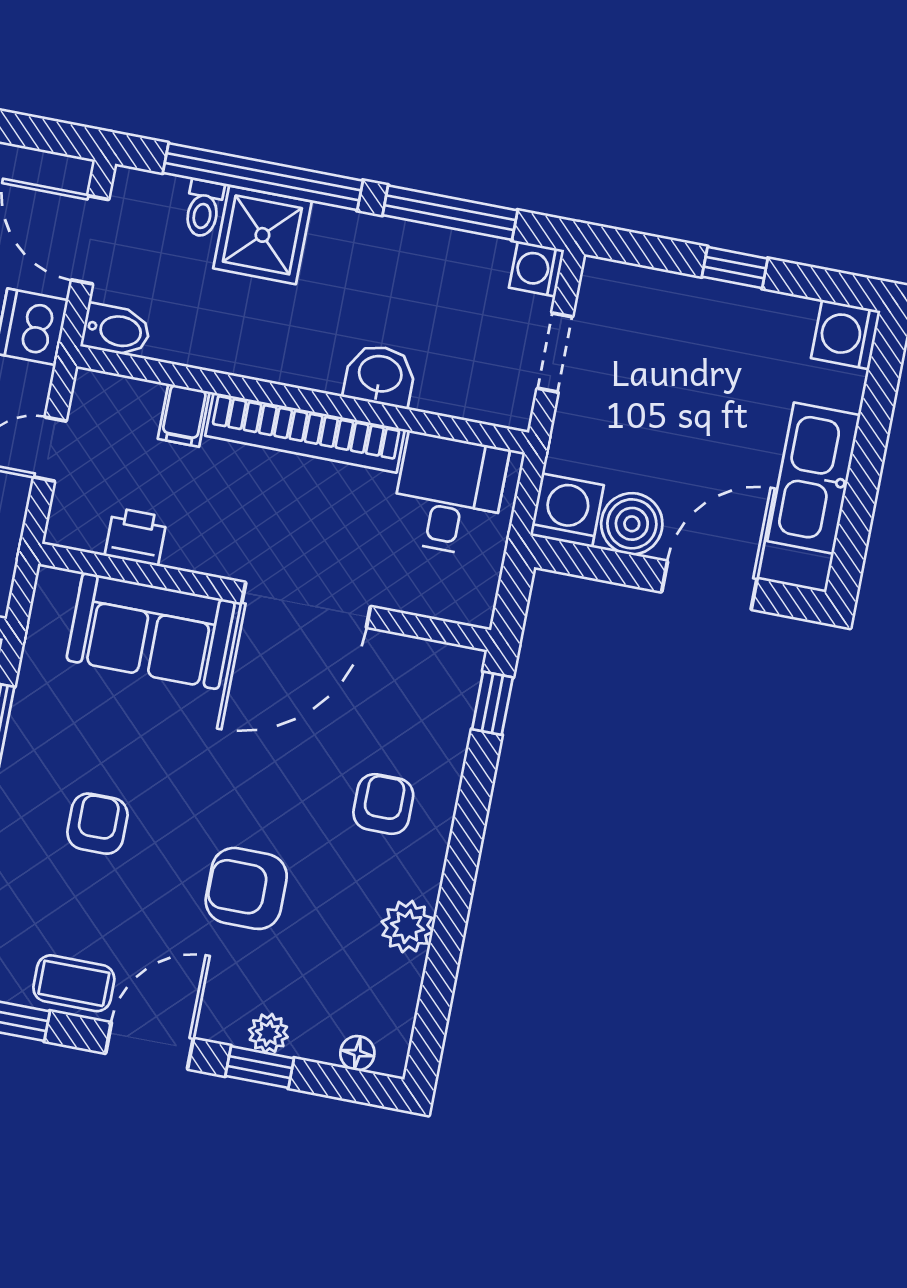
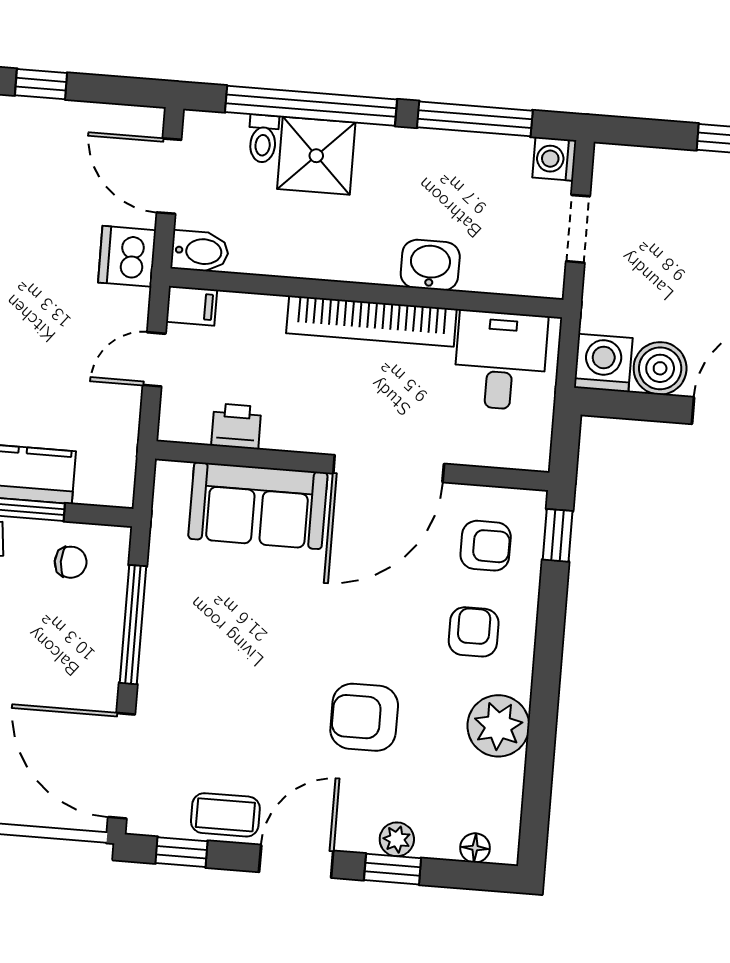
filing cabinet: (184, 415) -> (192, 306), moved, turned -90
armchair: (97, 824) -> (486, 546), moved, turned 90
plant: (407, 927) -> (498, 726), width x1.36, depth x1.36

